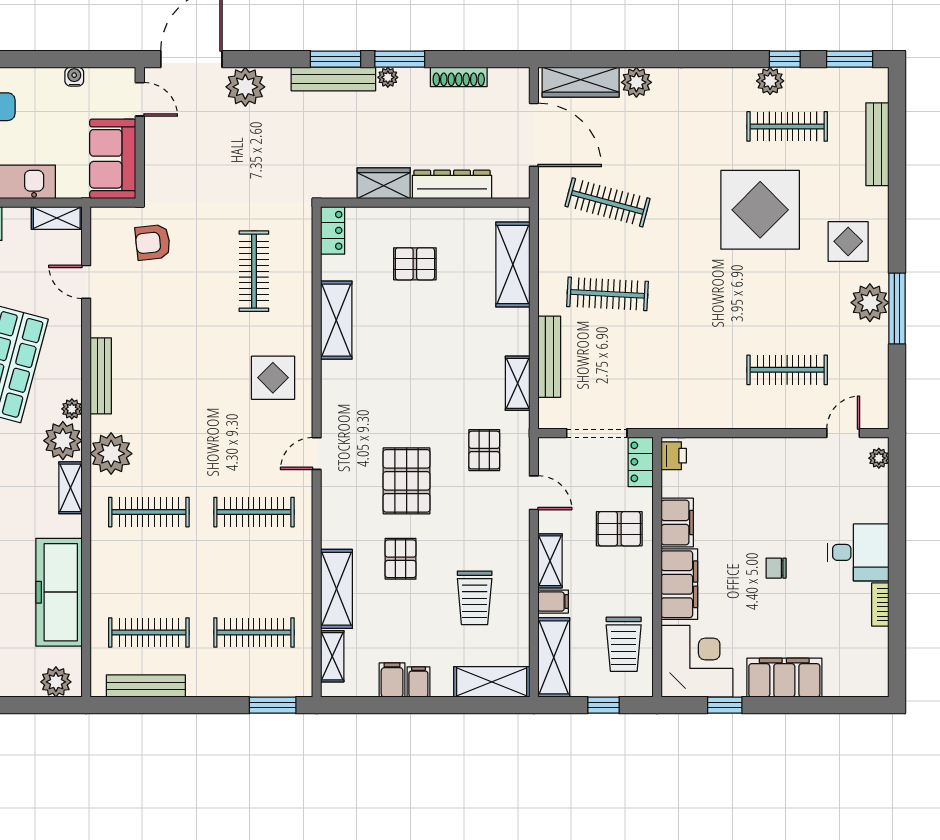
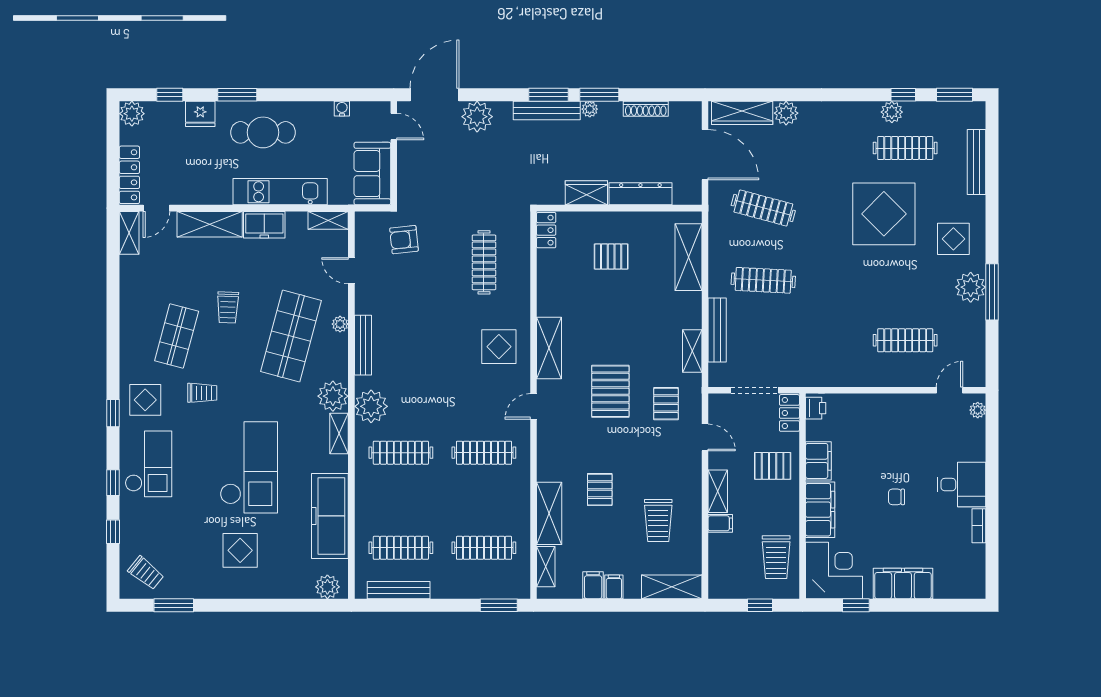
shelving: (336, 320) -> (549, 348), moved
plant: (72, 409) -> (340, 324), moved
pallet: (407, 481) -> (610, 391), moved
shelving: (554, 657) -> (721, 567), removed

